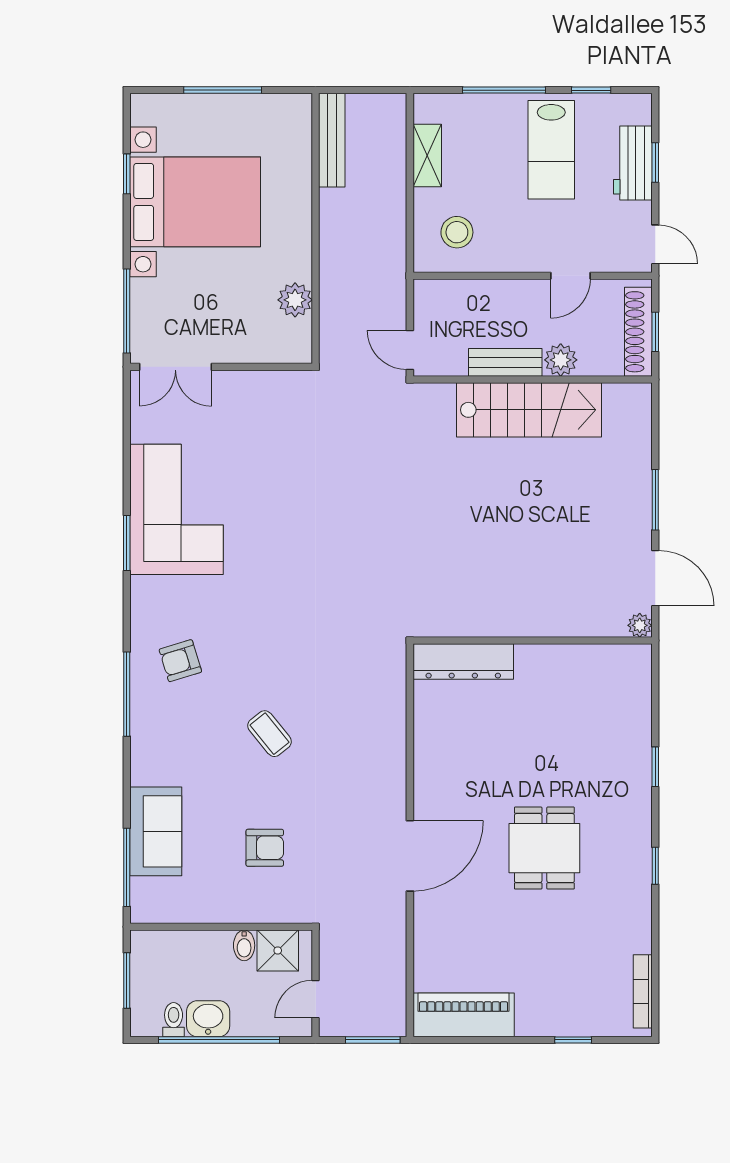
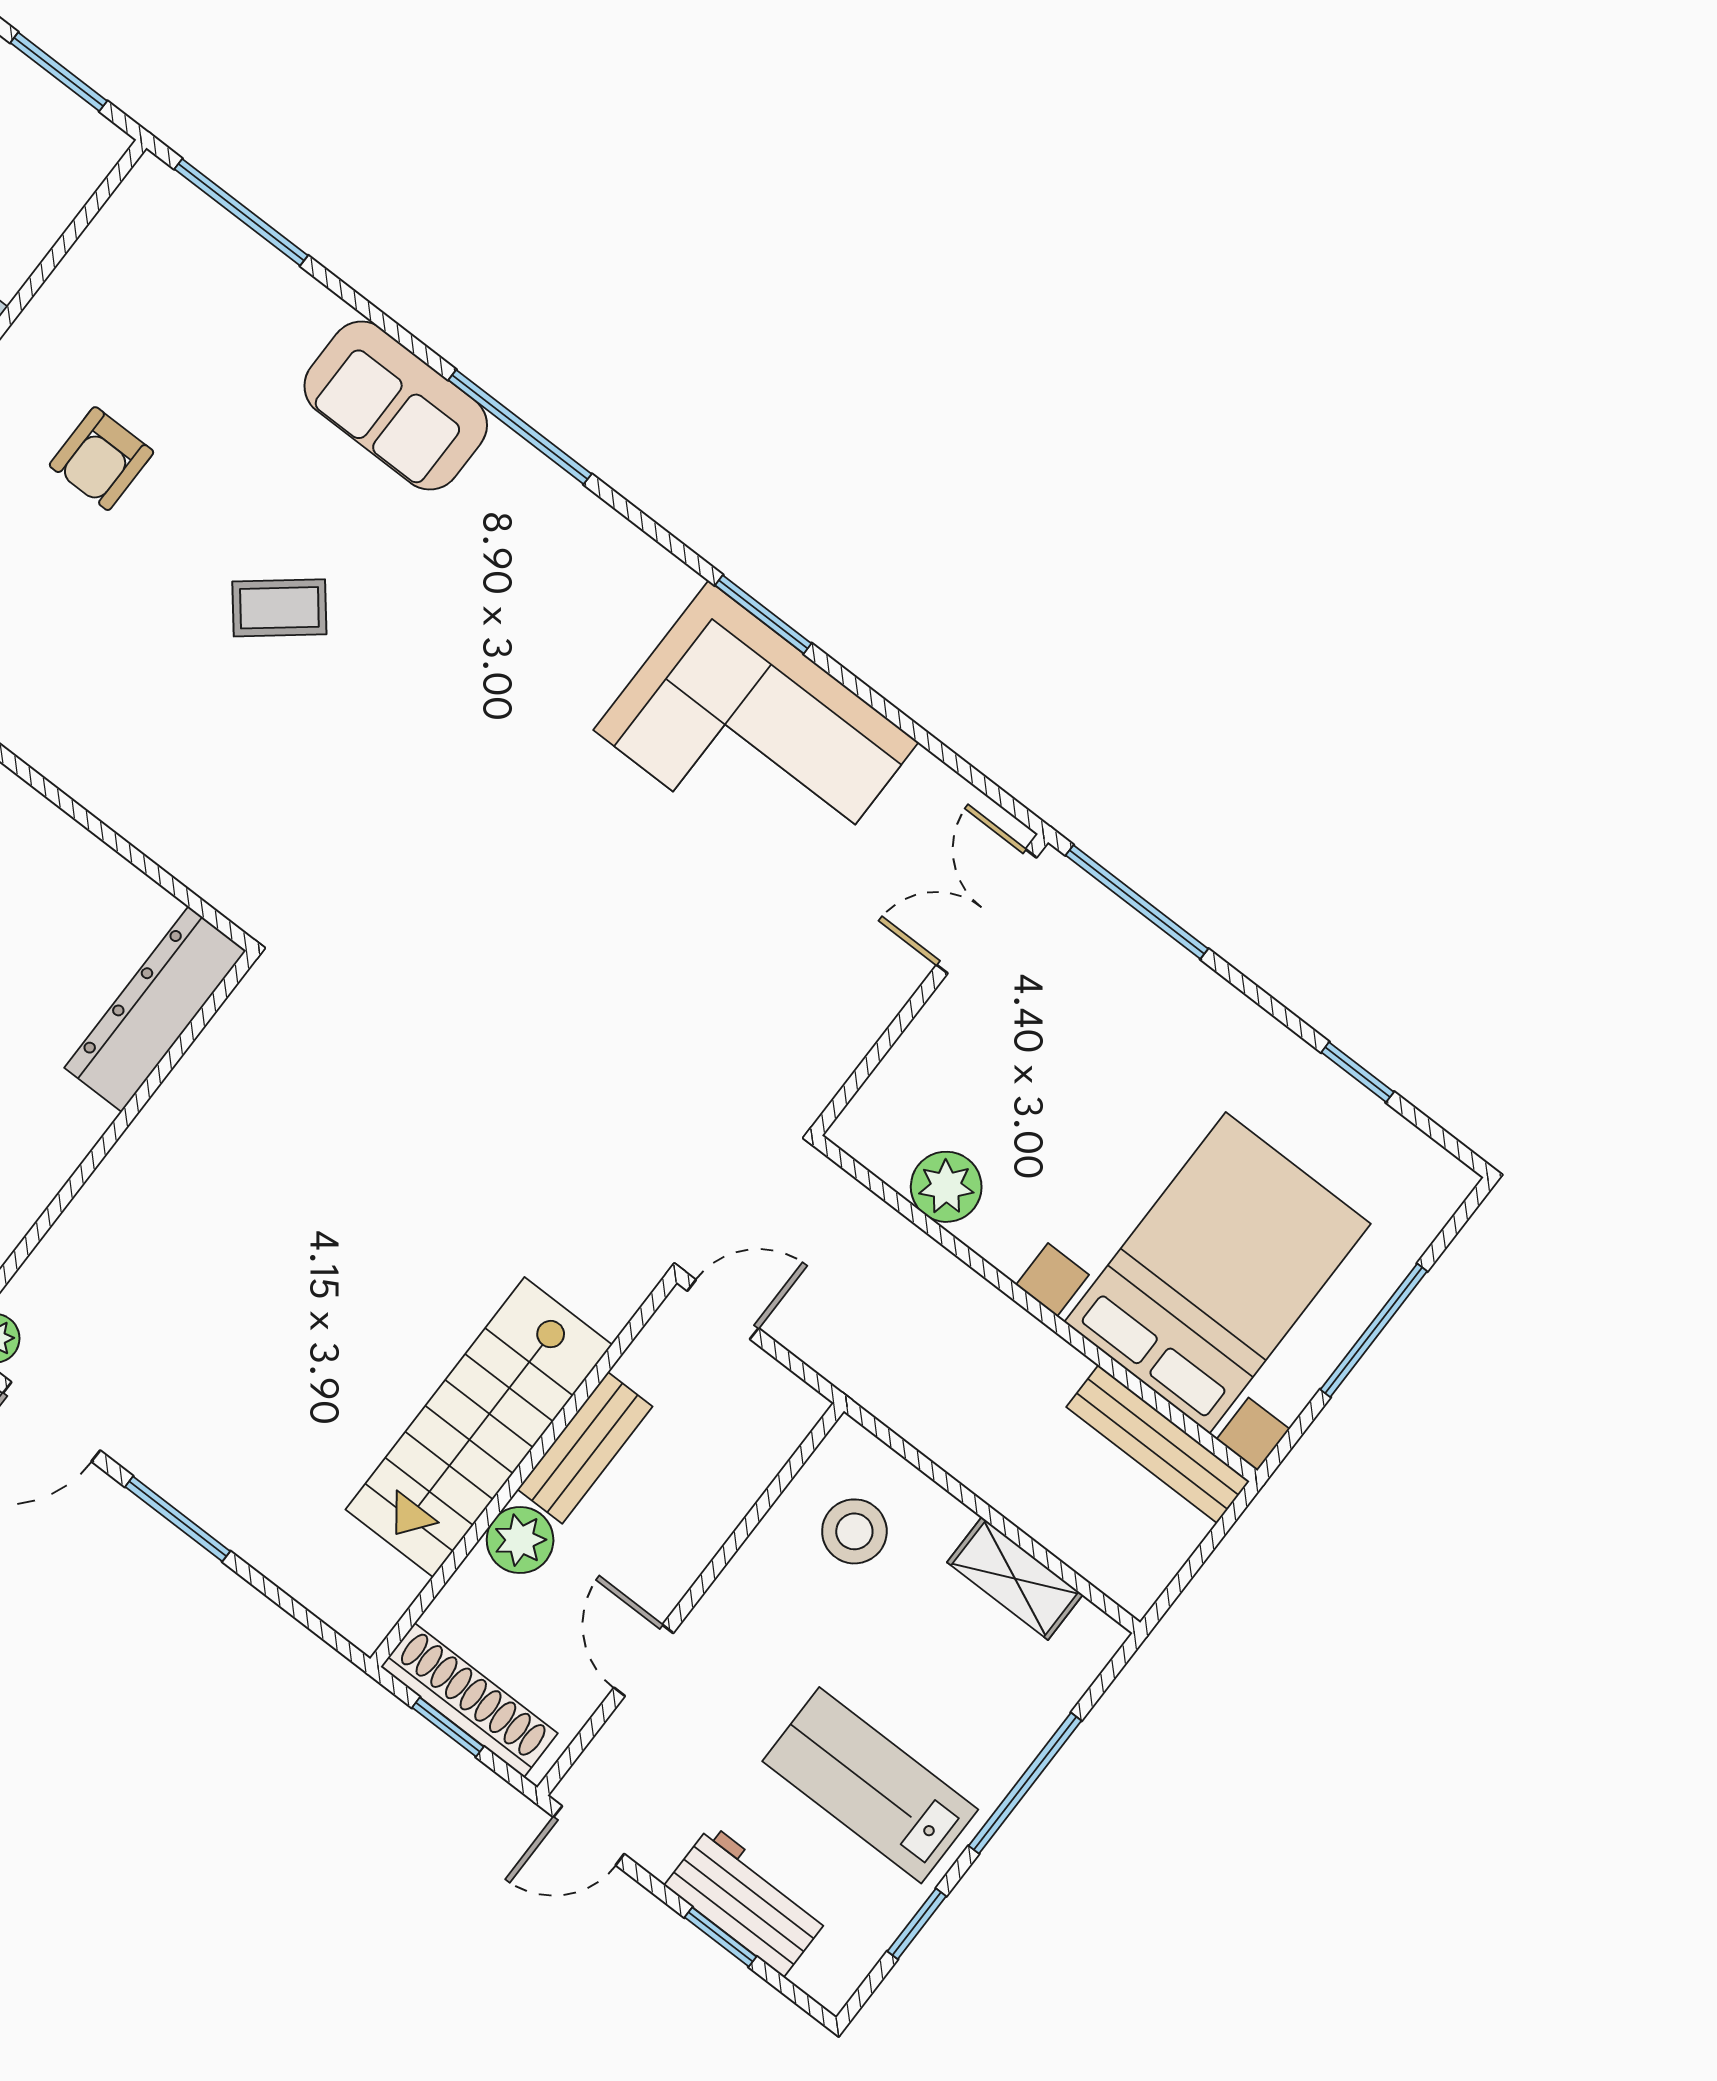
bed with nightstands: (195, 202) -> (1218, 1273), moved, turned 180
armchair: (180, 661) -> (507, 555), removed
sofa: (156, 831) -> (396, 406), moved

